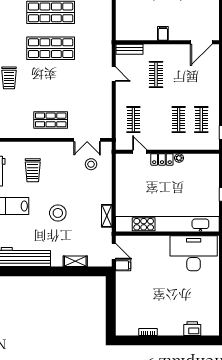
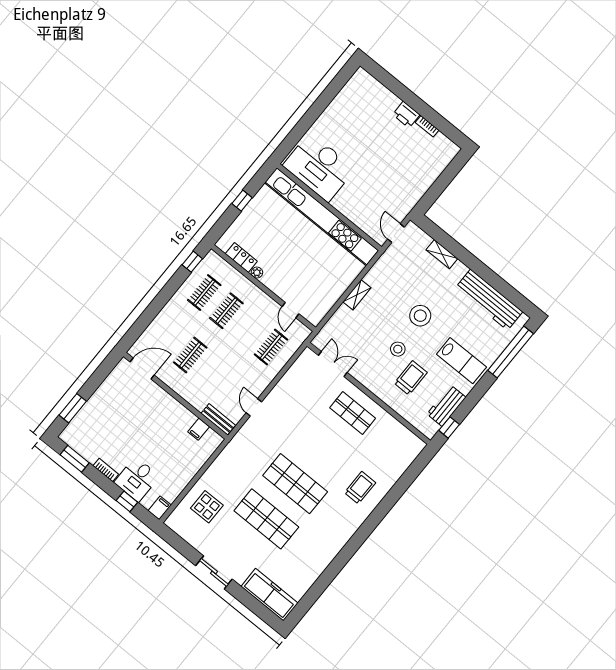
filing cabinet: (163, 33) -> (199, 429), moved
clothes rail: (156, 74) -> (190, 355), moved
locker: (162, 159) -> (241, 257), moved
stool: (91, 164) -> (398, 349), moved
shelving: (107, 216) -> (357, 295), moved
filing cabinet: (123, 265) -> (398, 212), removed
printer: (192, 329) -> (406, 115), moved

